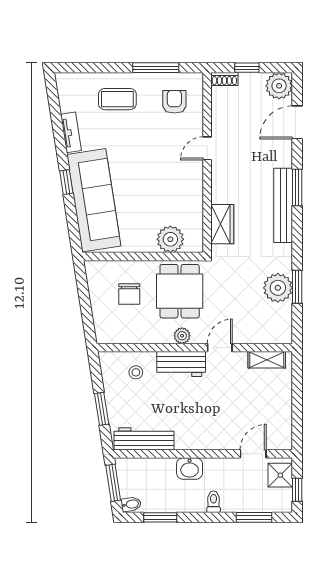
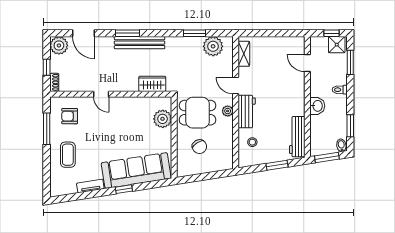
plant: (278, 288) -> (213, 46), moved
chair: (129, 294) -> (199, 147), turned 58
shower: (280, 475) -> (337, 45), moved

